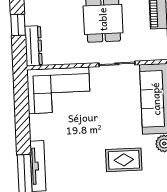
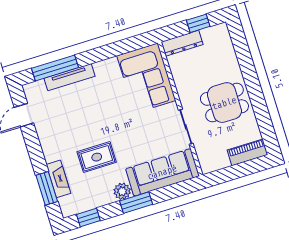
rug: (124, 160) -> (97, 157), turned 90

